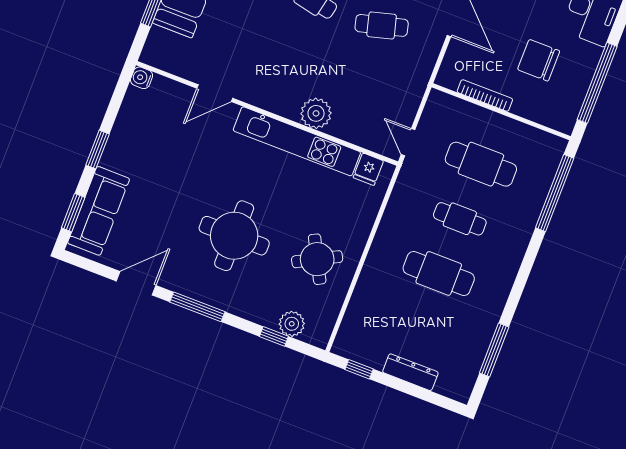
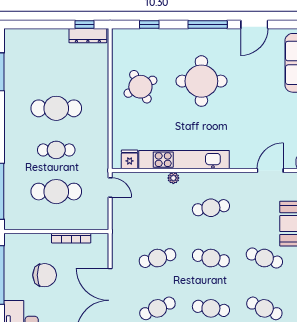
cafe table: (286, 65) -> (211, 208), added
door: (215, 93) -> (270, 171), moved
plant: (316, 113) -> (173, 178), width x0.53, depth x0.53
plant: (292, 324) -> (141, 37), removed
dresser: (410, 372) -> (88, 36), moved

